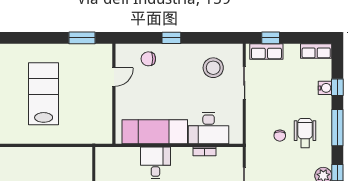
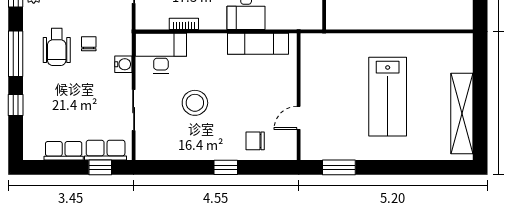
row of seats: (316, 51) -> (64, 151), moved
chair: (148, 59) -> (255, 141), turned 180
stool: (213, 68) -> (195, 103), moved
water cooler: (325, 88) -> (123, 64), moved, turned 180
desk: (209, 128) -> (161, 53), moved
exam couch: (155, 132) -> (258, 44), width x0.73, depth x0.69

